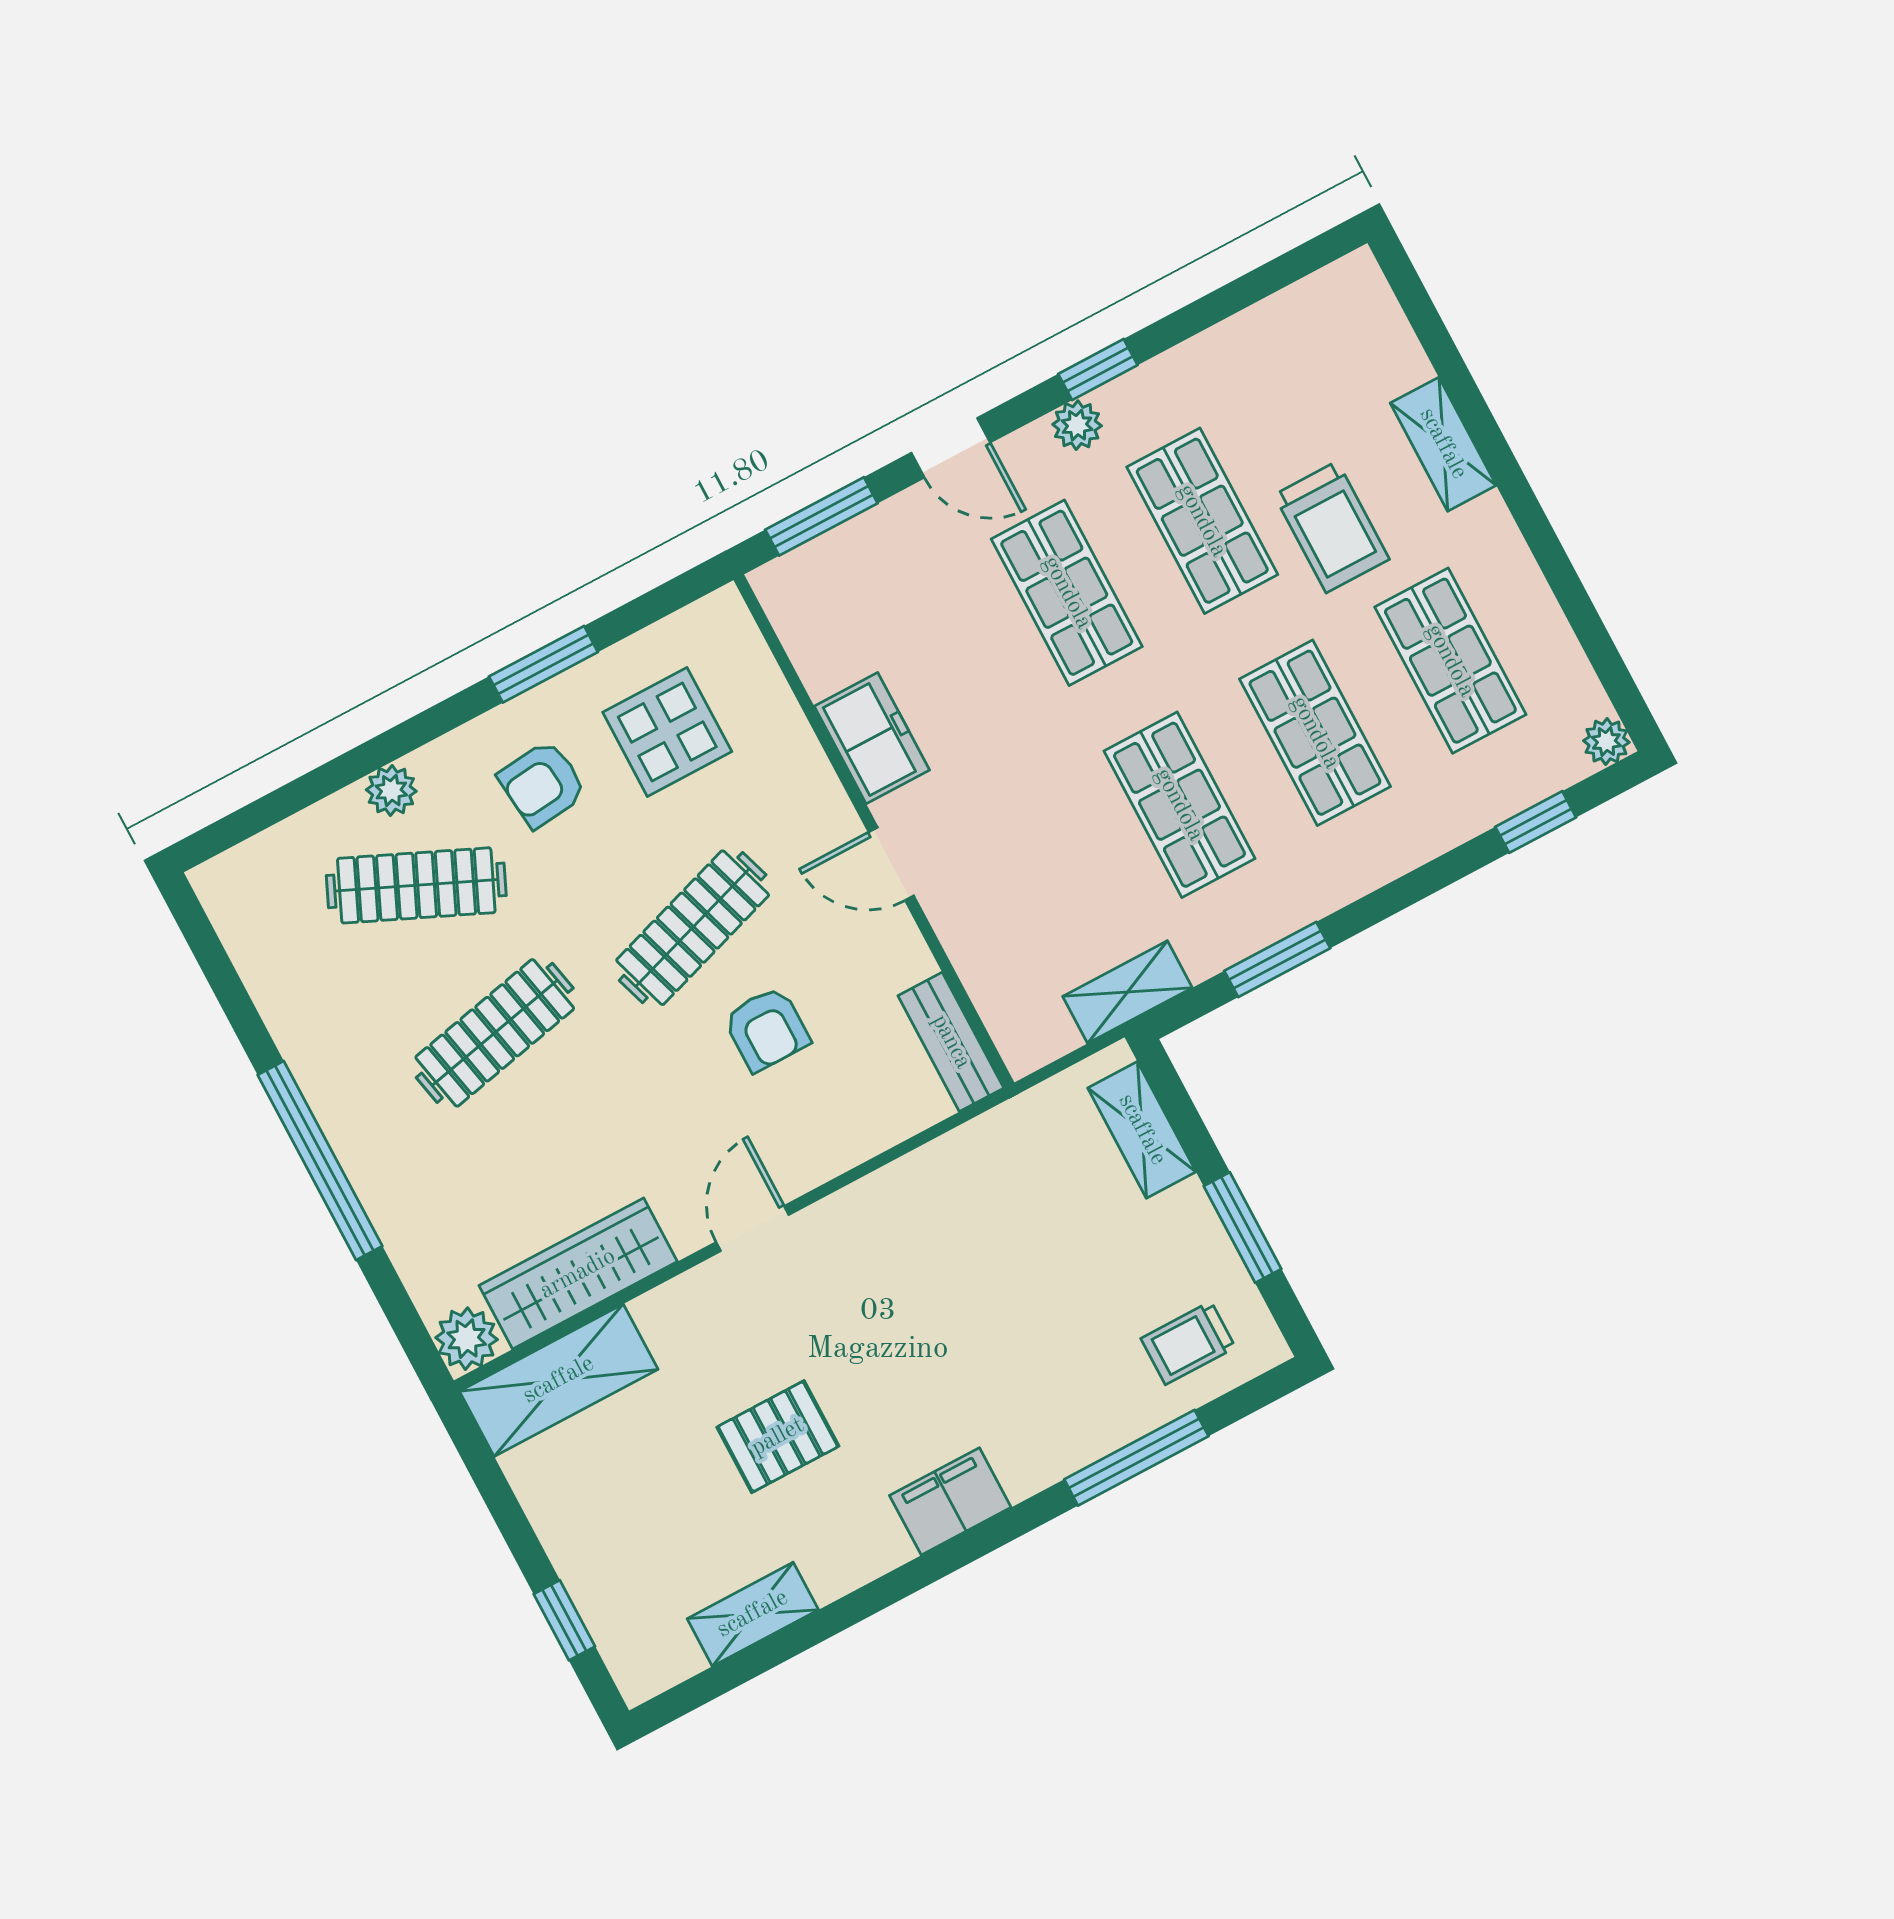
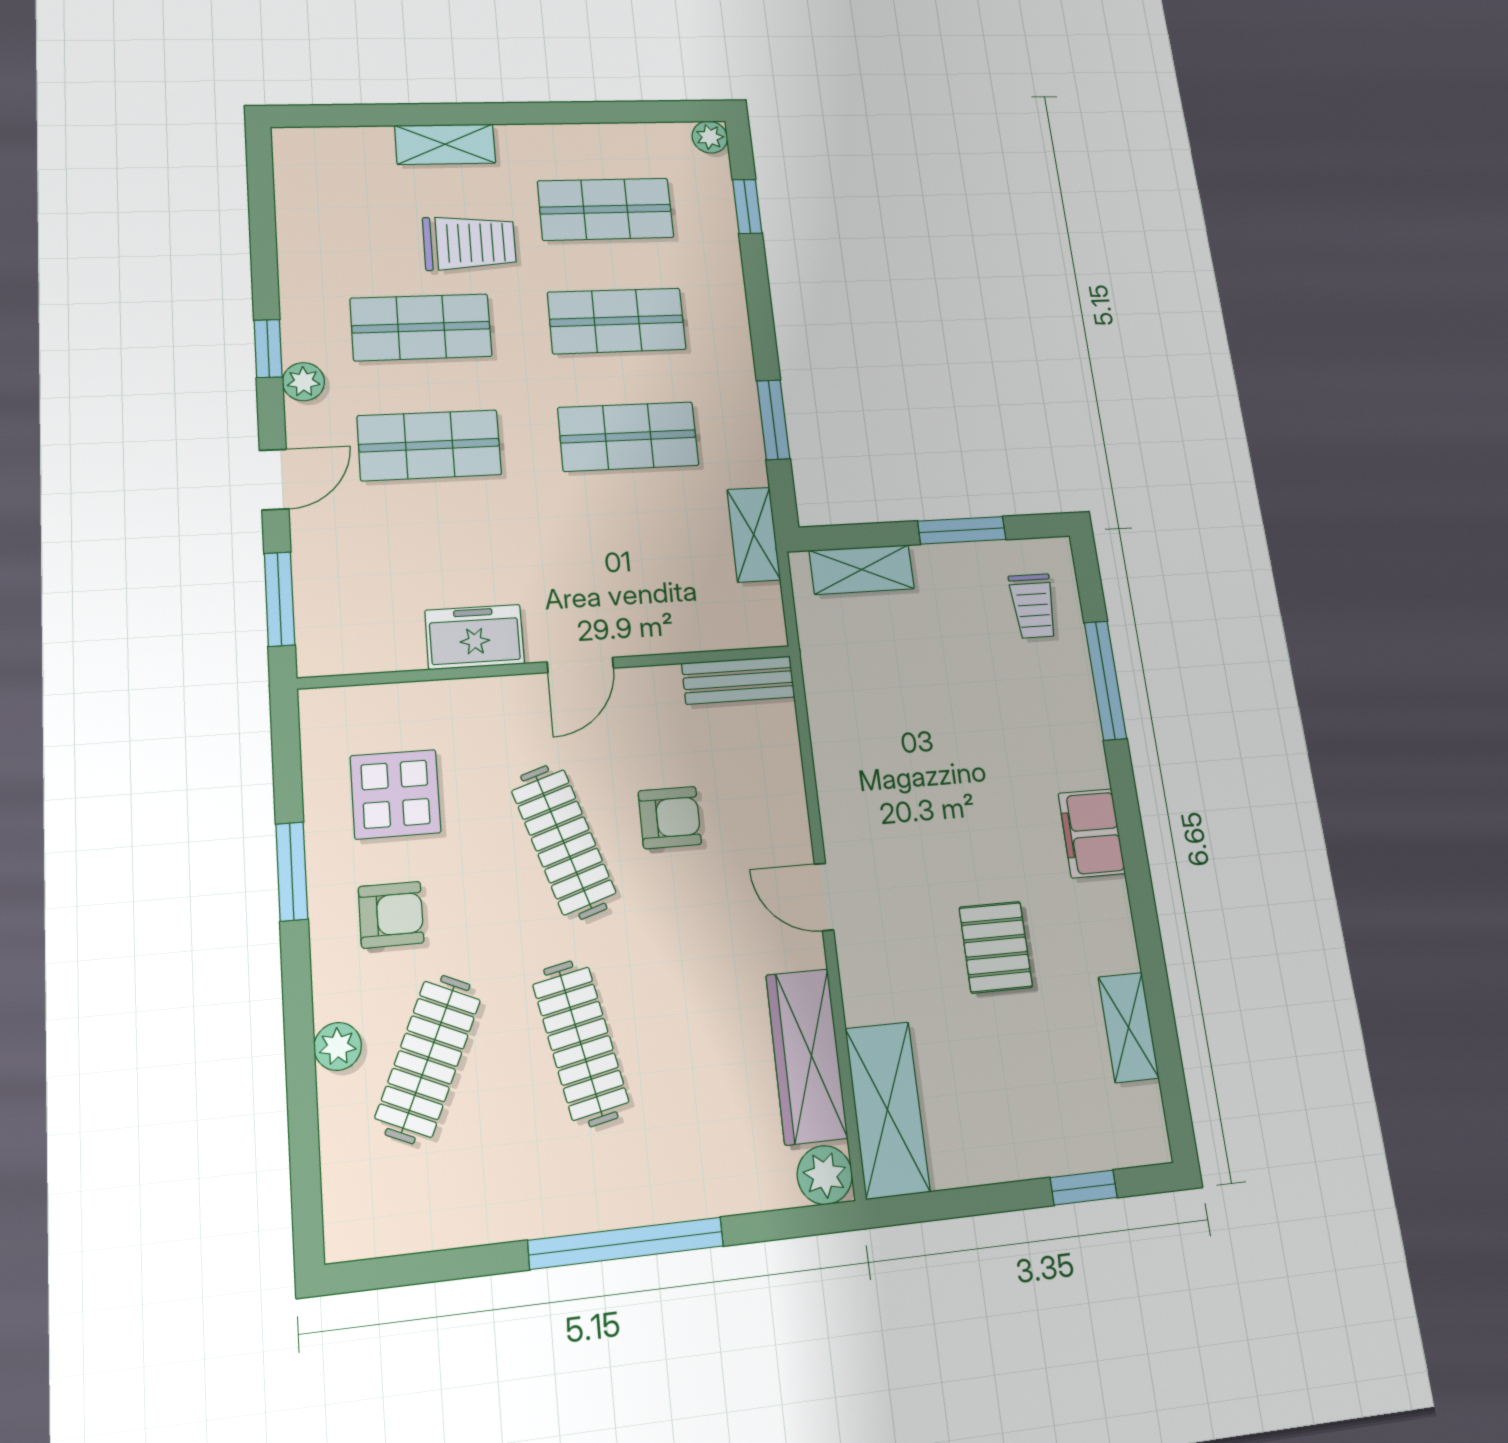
armchair: (542, 784) -> (391, 915), turned -84

